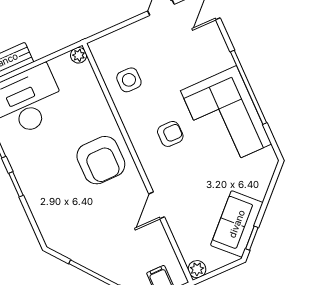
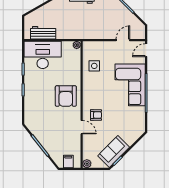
corner sofa: (226, 117) -> (130, 85), moved
armchair: (170, 134) -> (96, 115), moved
door: (157, 205) -> (82, 127), swing flipped

